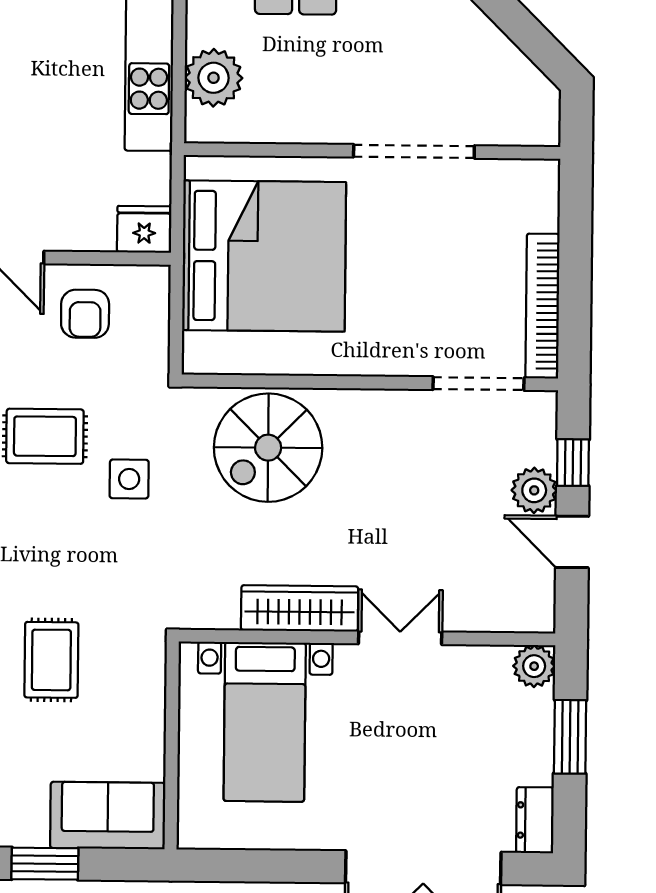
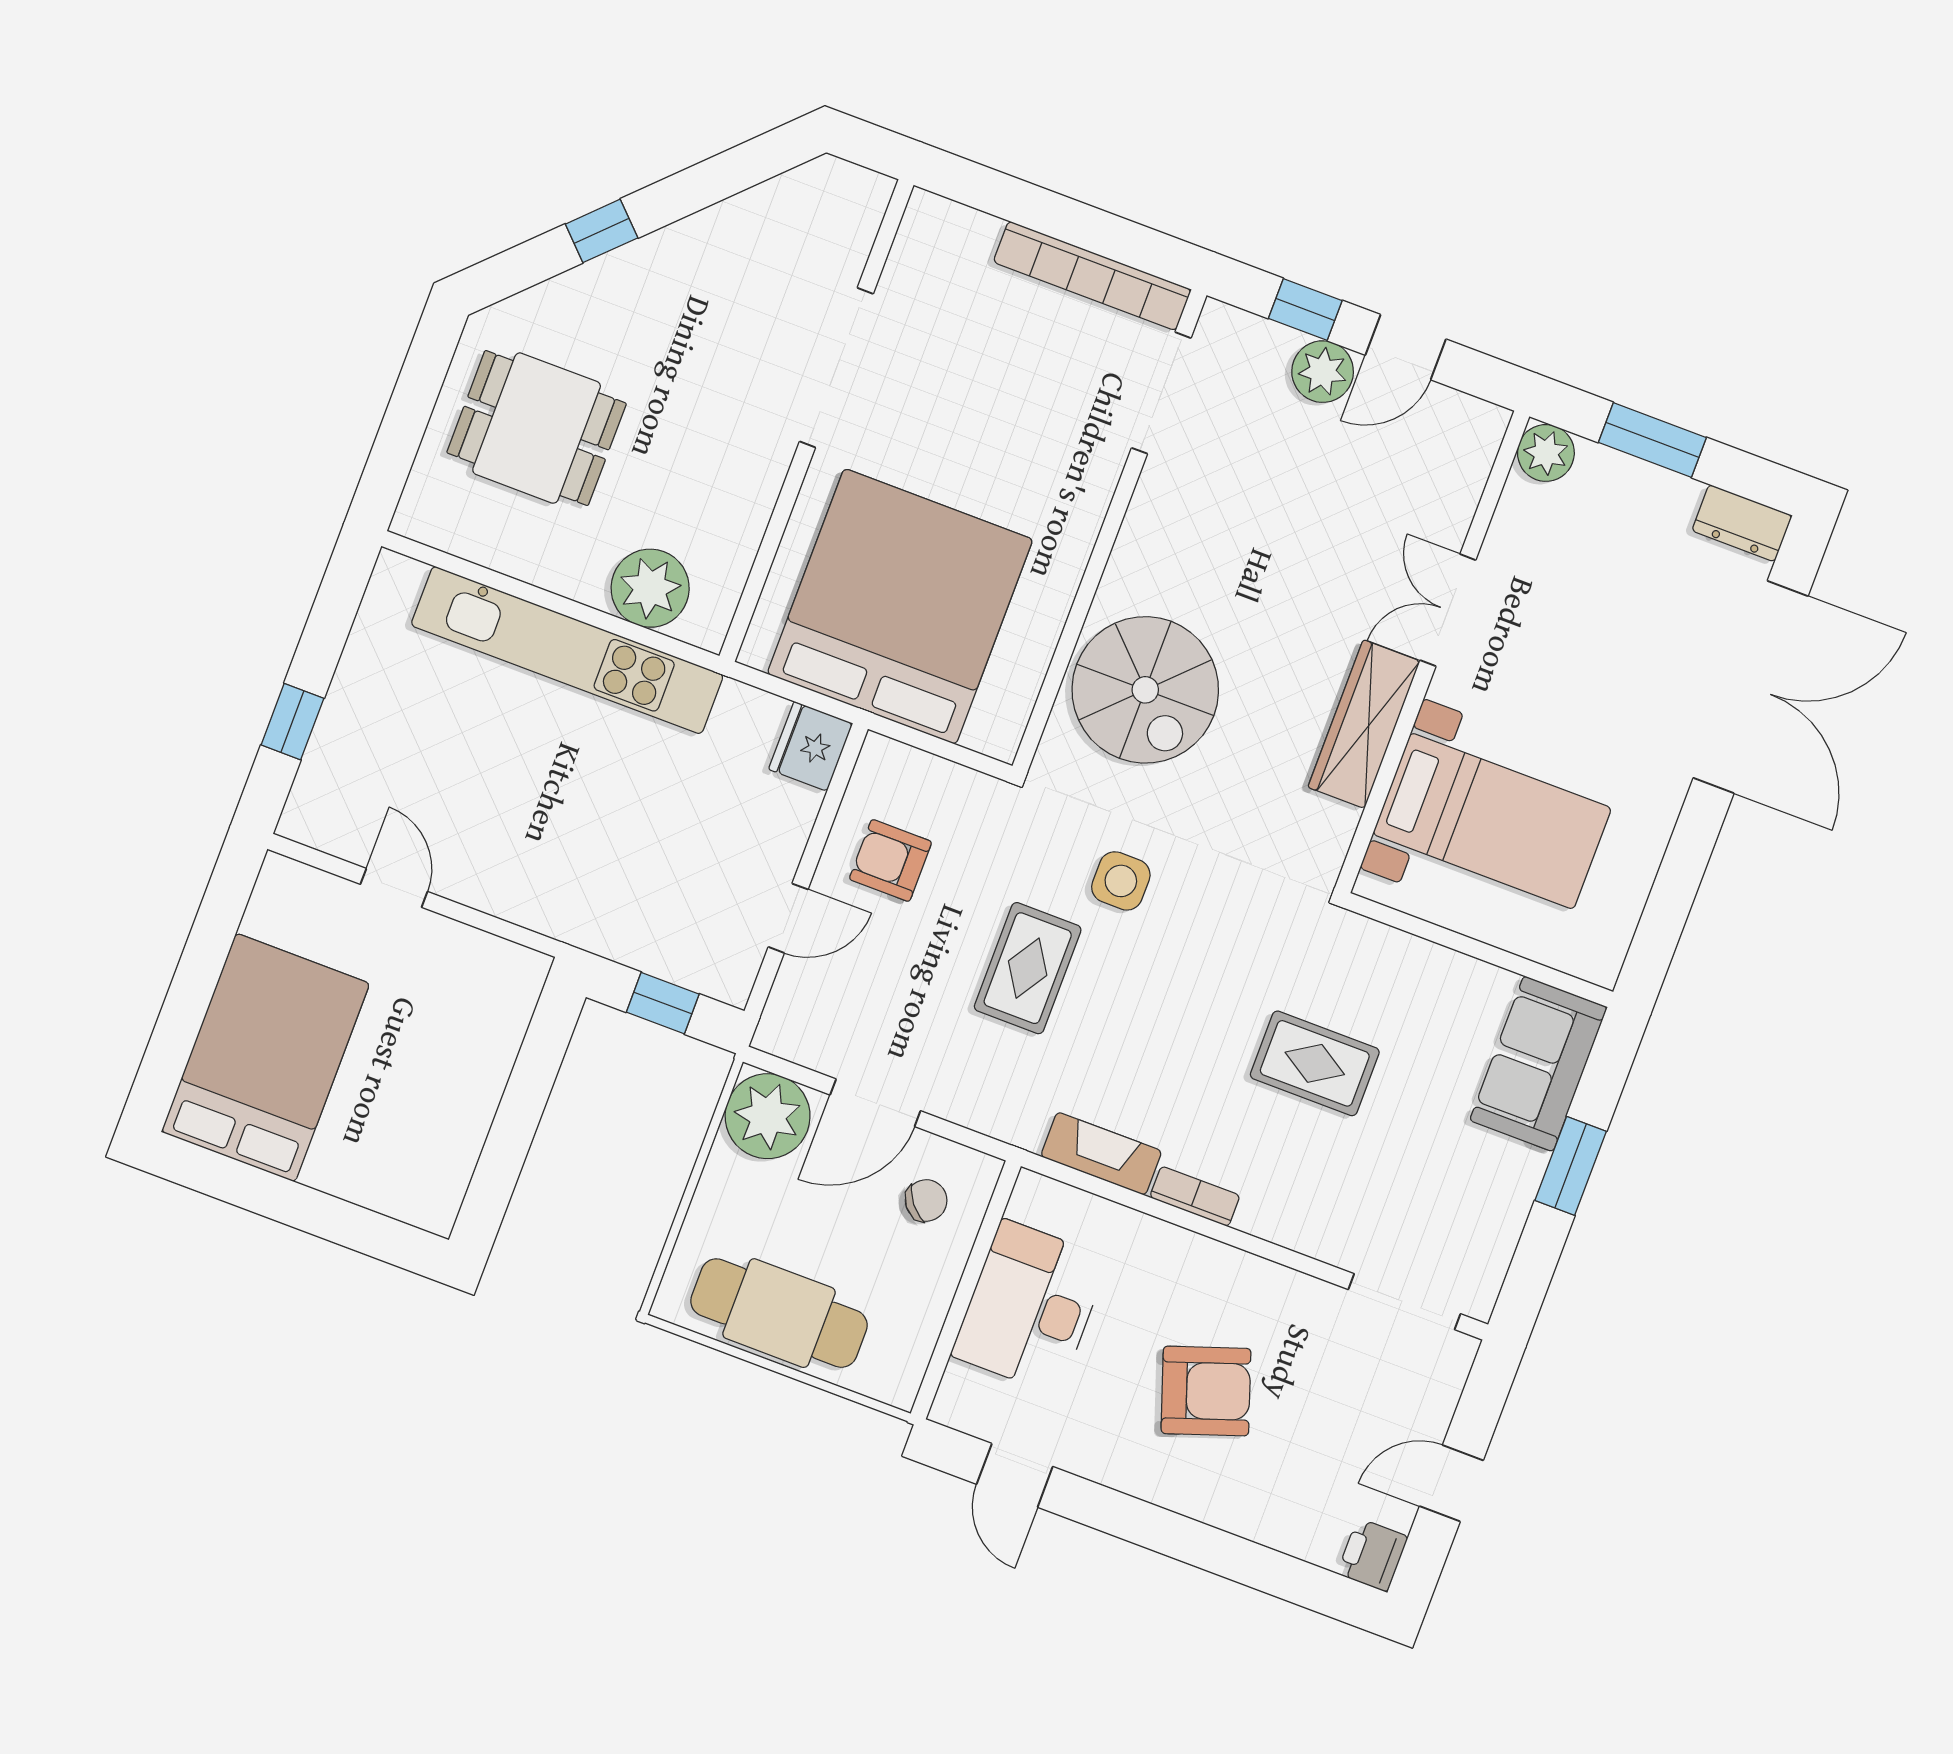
armchair: (85, 314) -> (890, 860), turned 180

